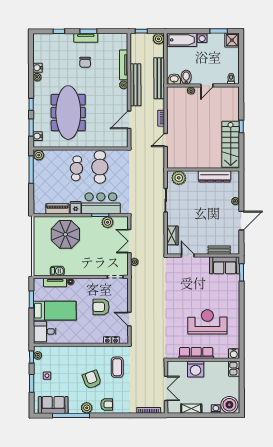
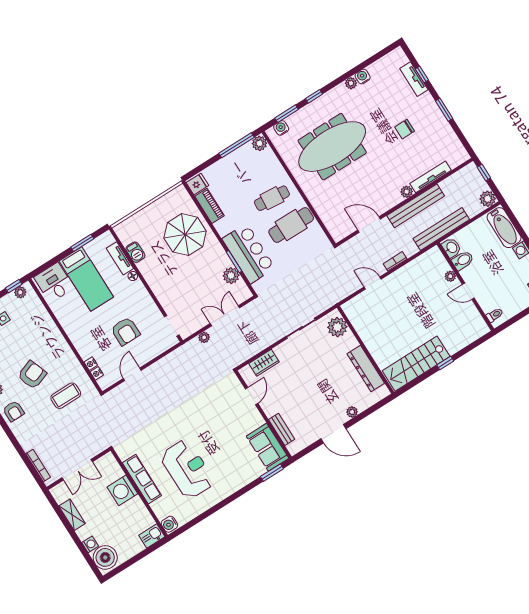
tv unit: (86, 38) -> (414, 79), moved
fridge: (76, 208) -> (197, 184), moved
armchair: (101, 307) -> (125, 331), turned 180

